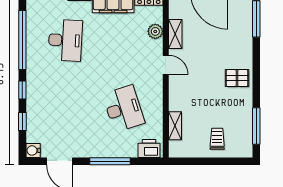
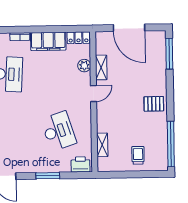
door: (166, 65) -> (94, 94), hinge flipped
window: (256, 126) -> (171, 144), width x1.46
window: (110, 161) -> (48, 176), width x0.69

